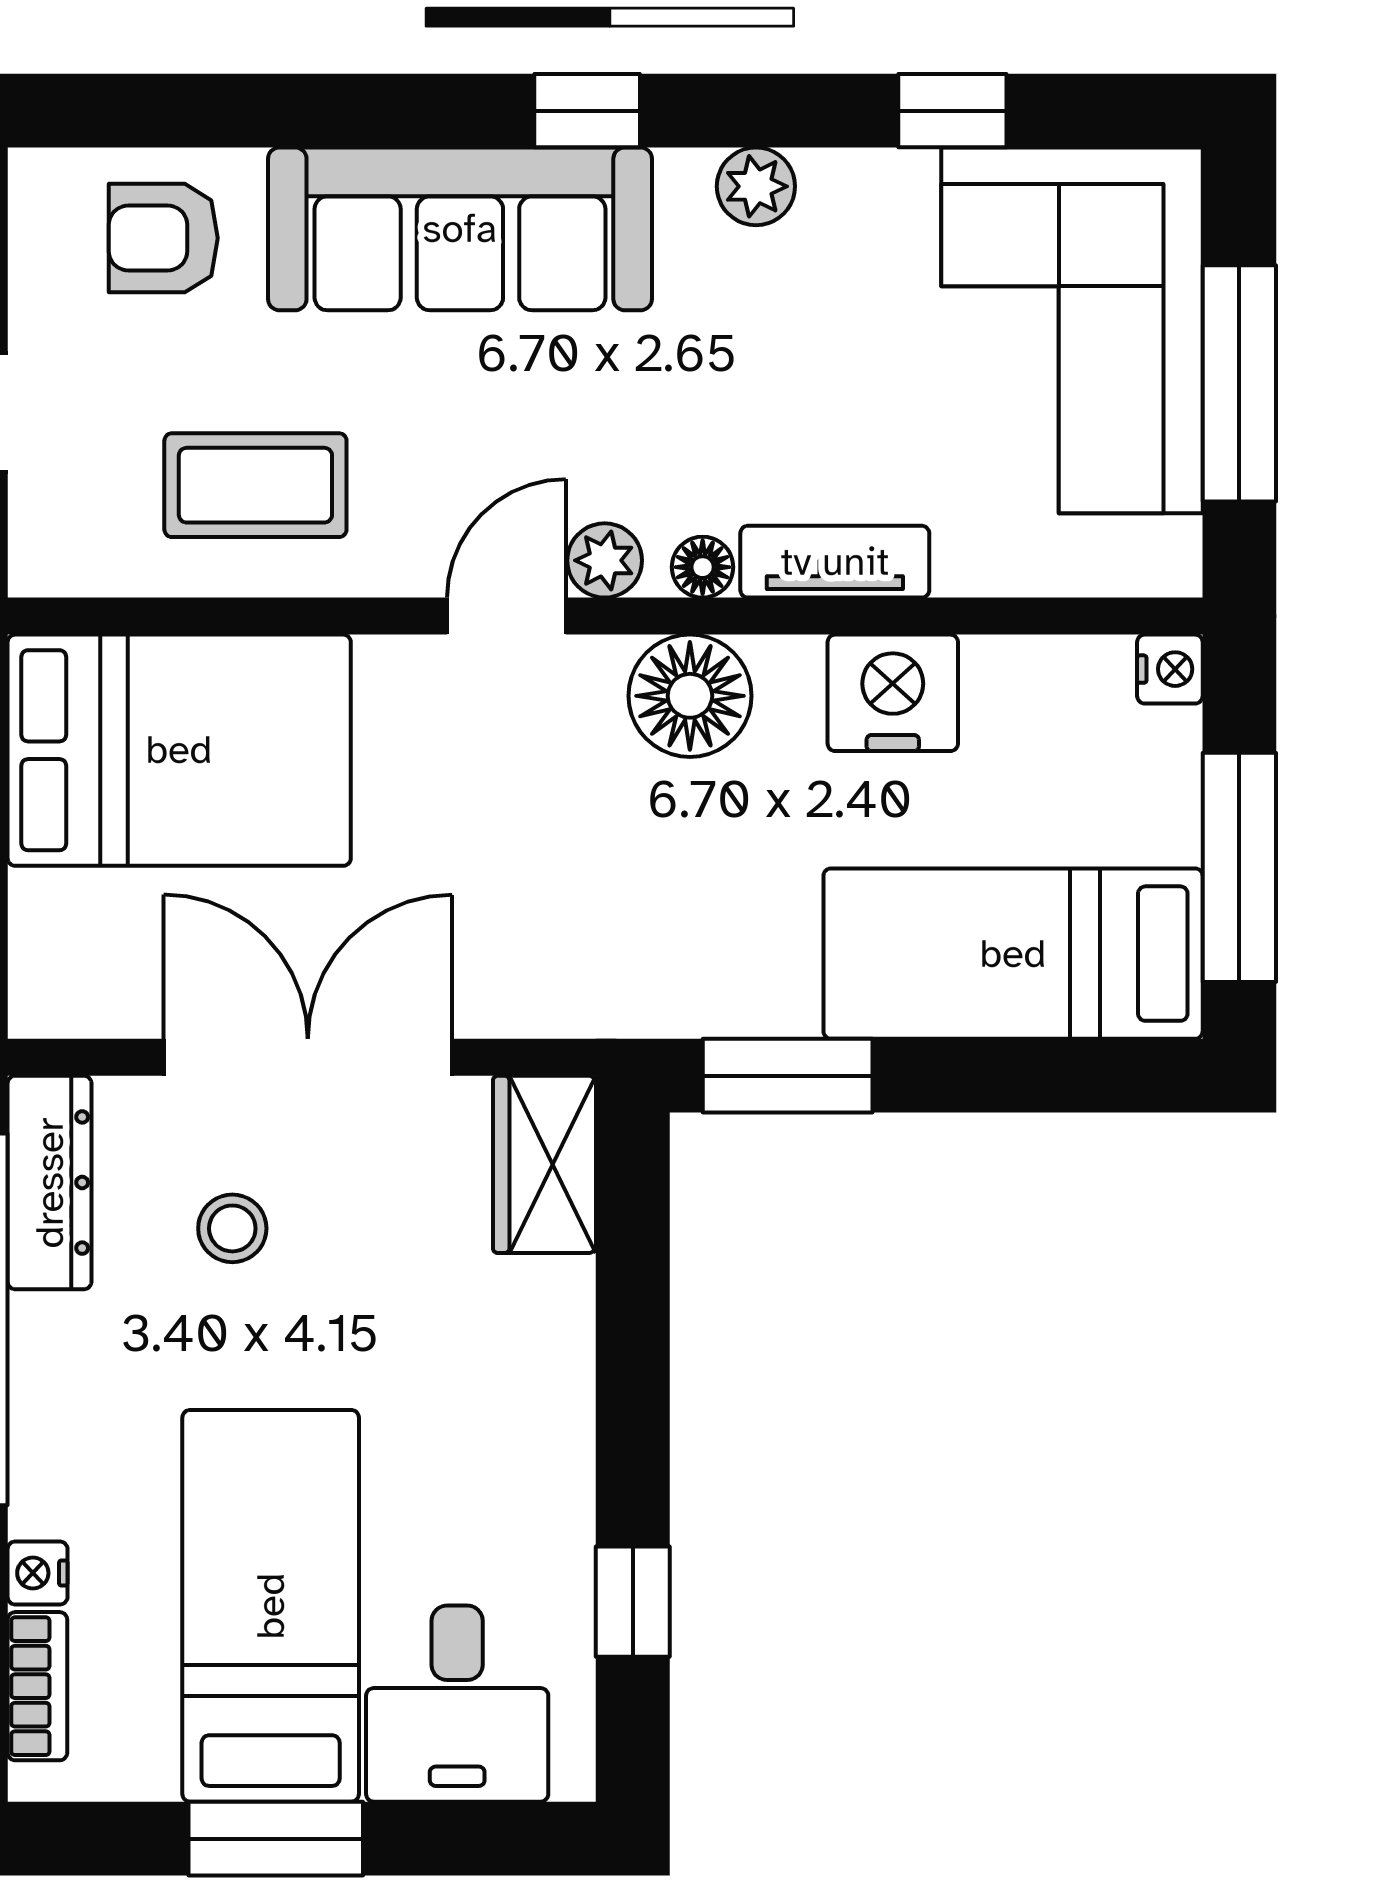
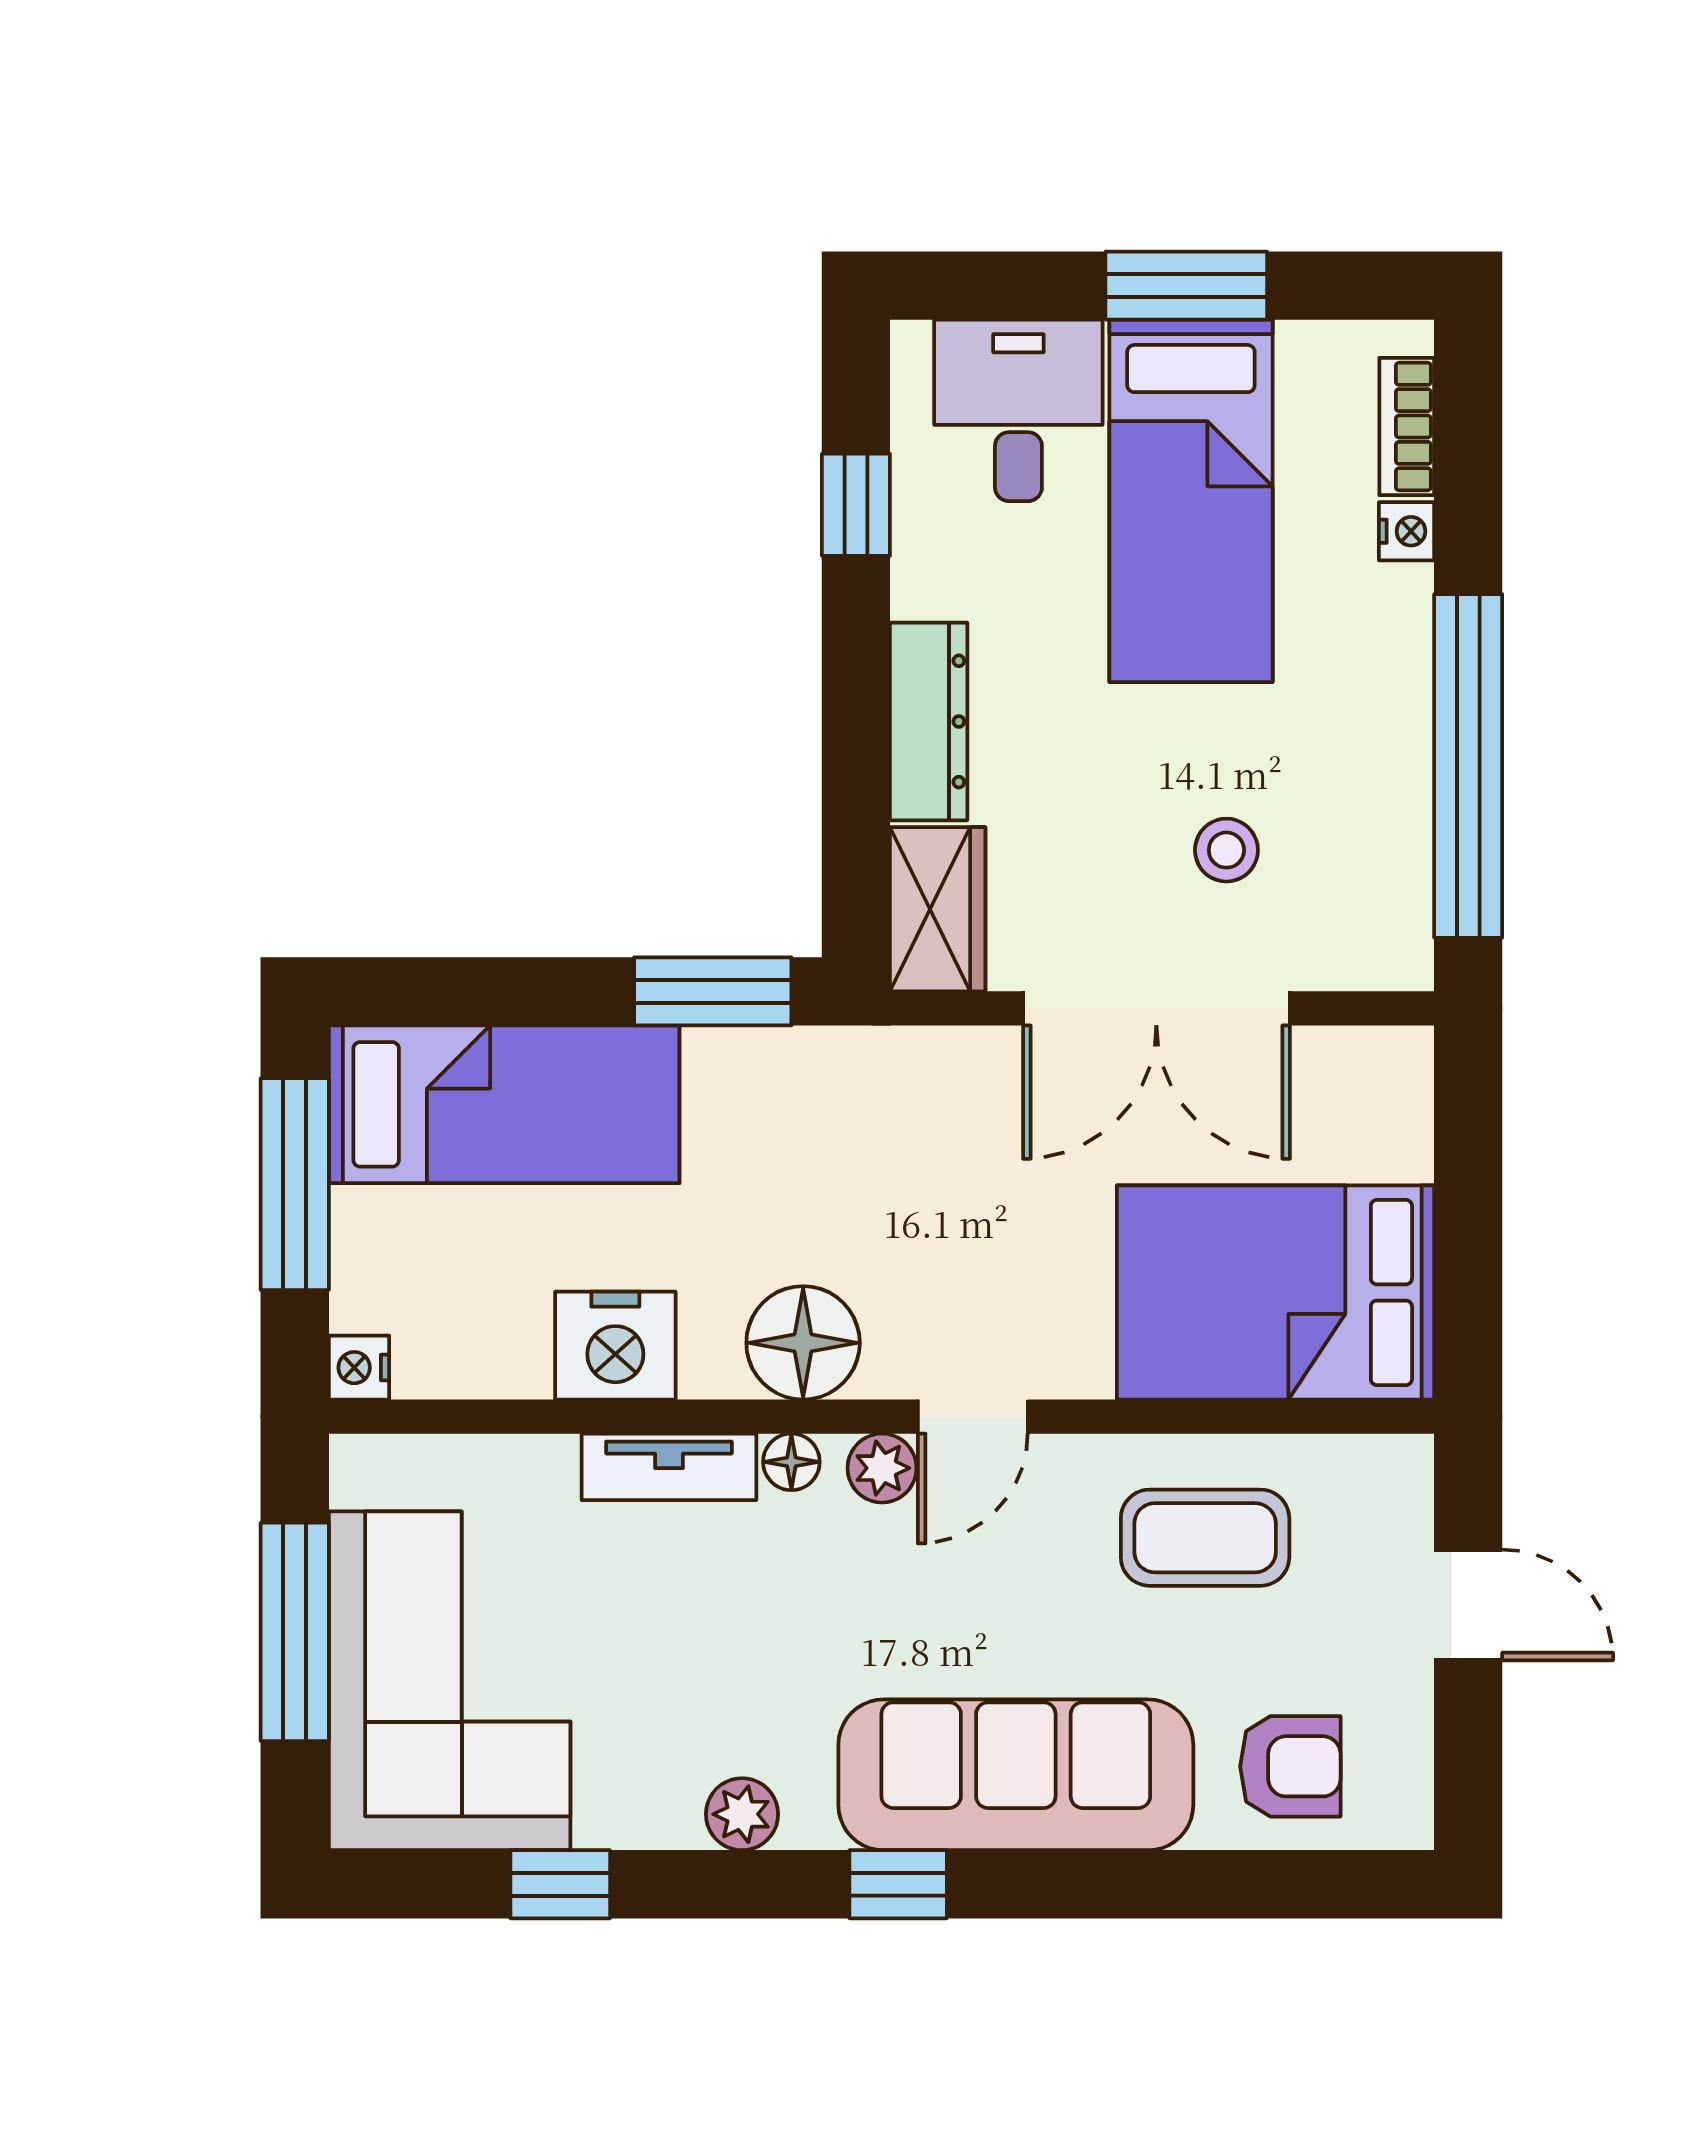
dresser: (50, 1183) -> (929, 721), moved, turned 180

